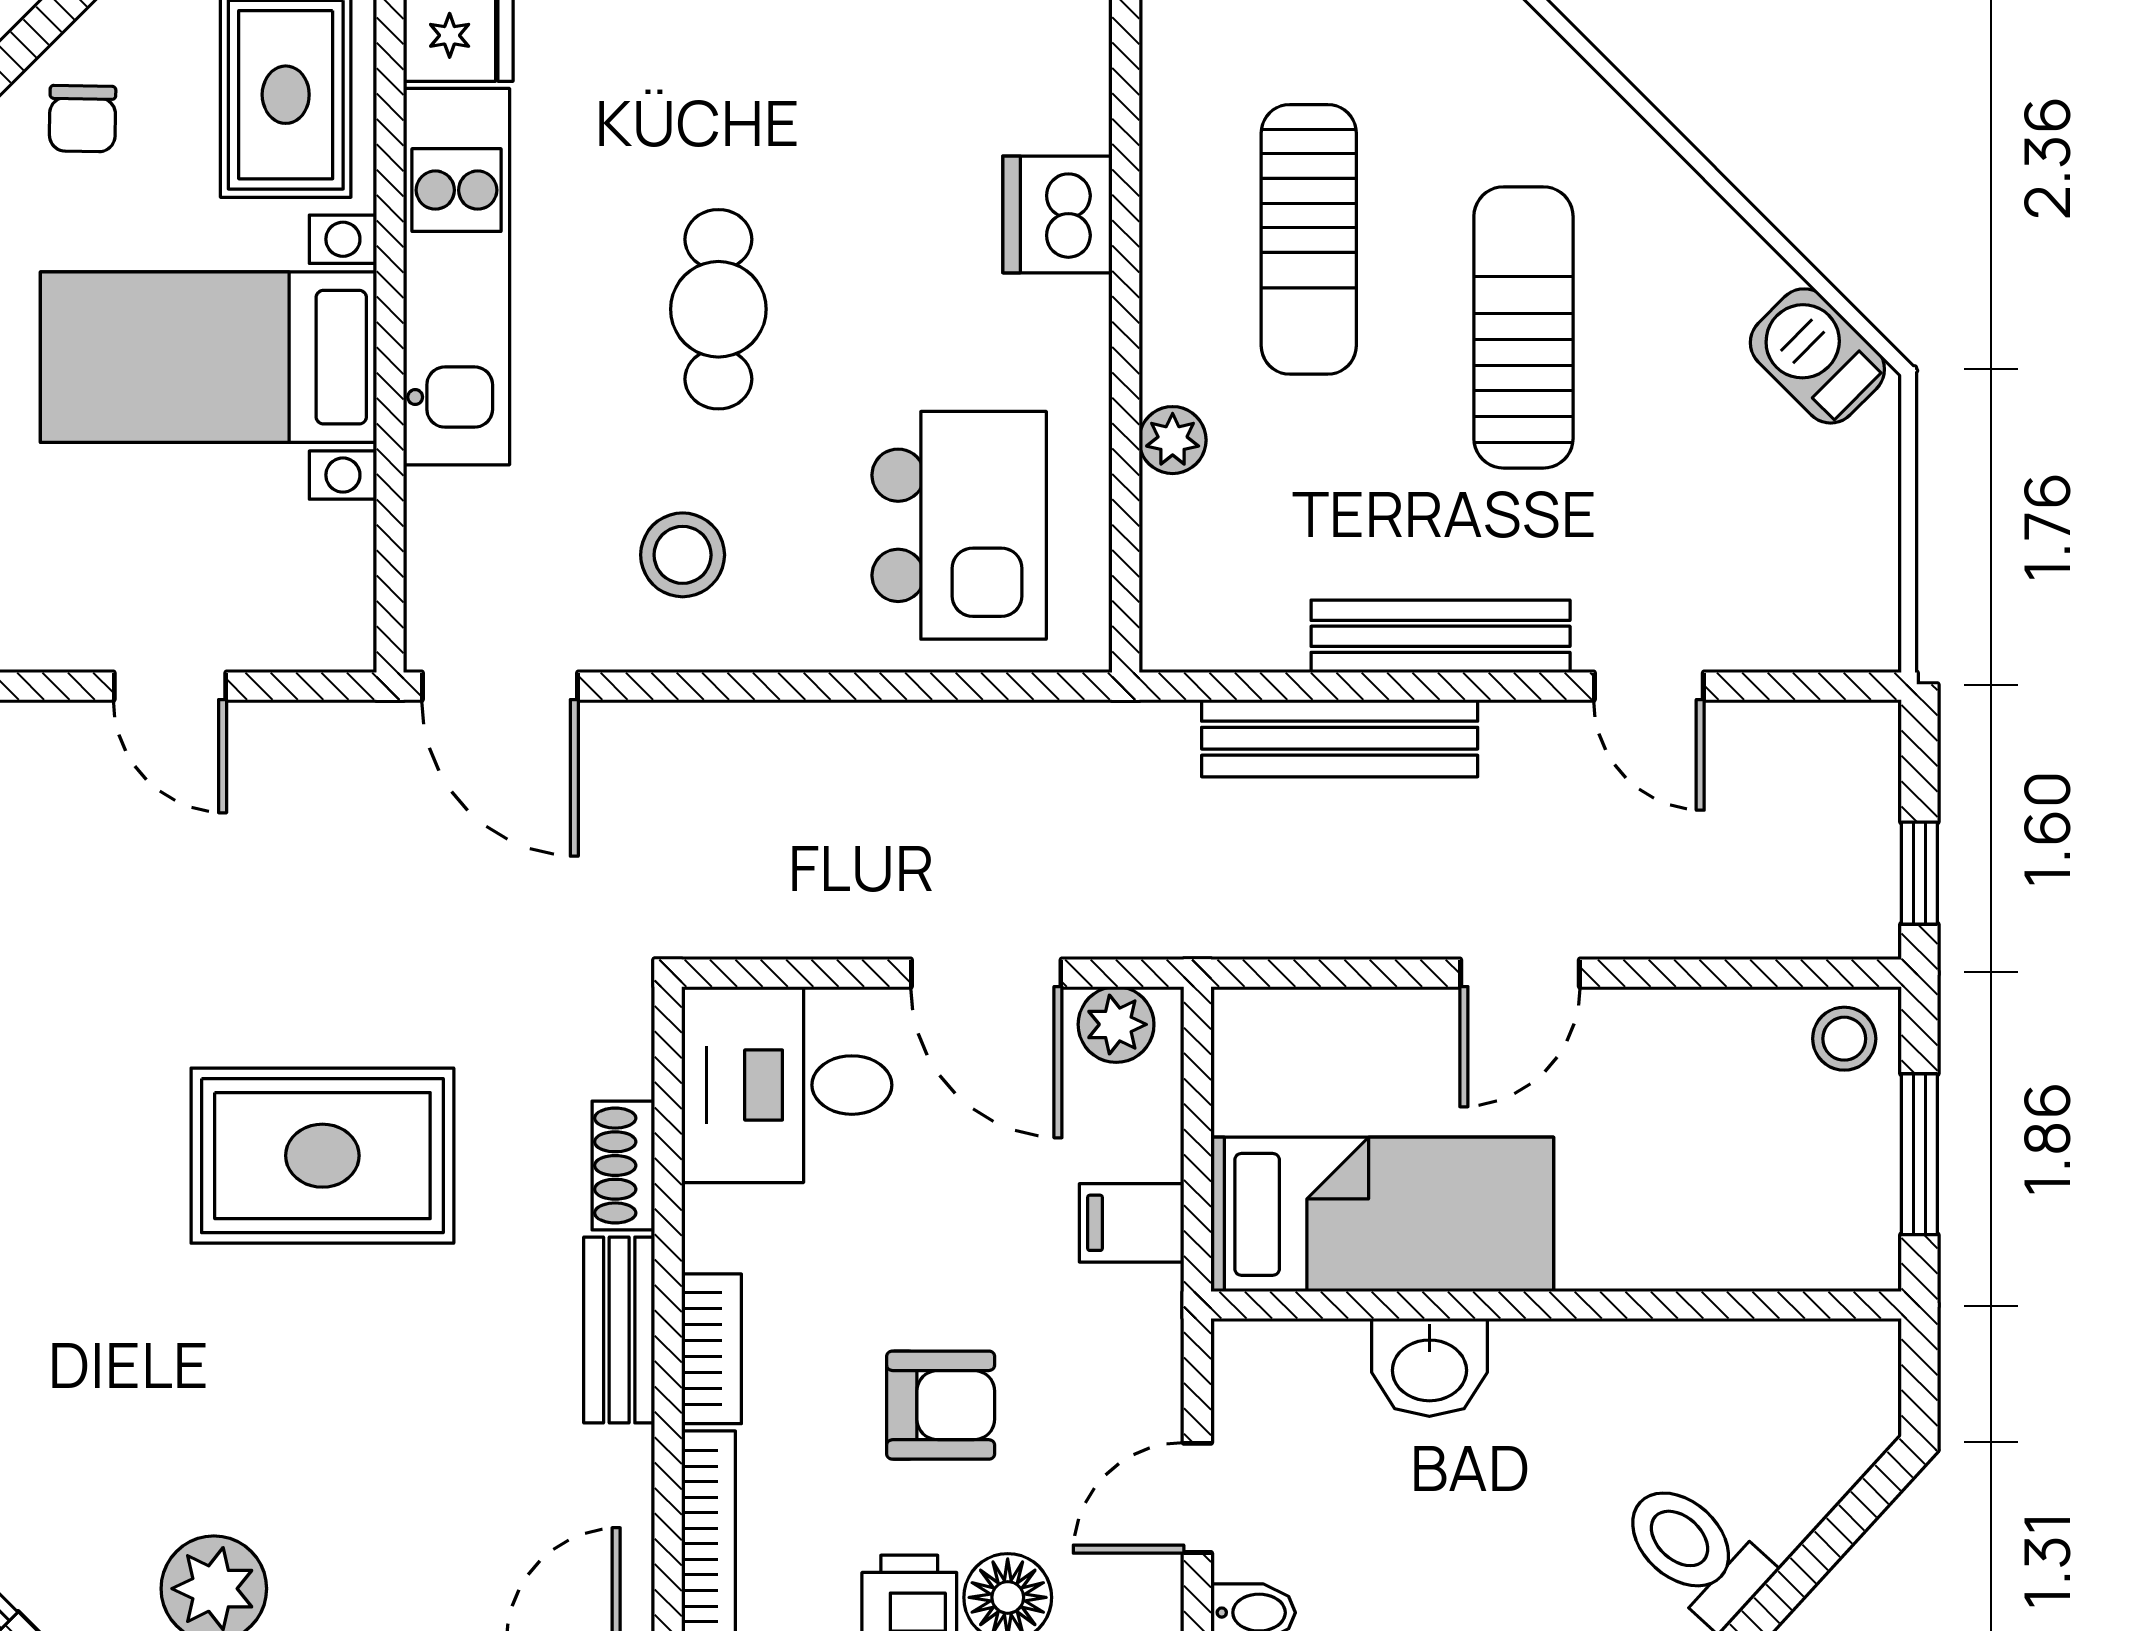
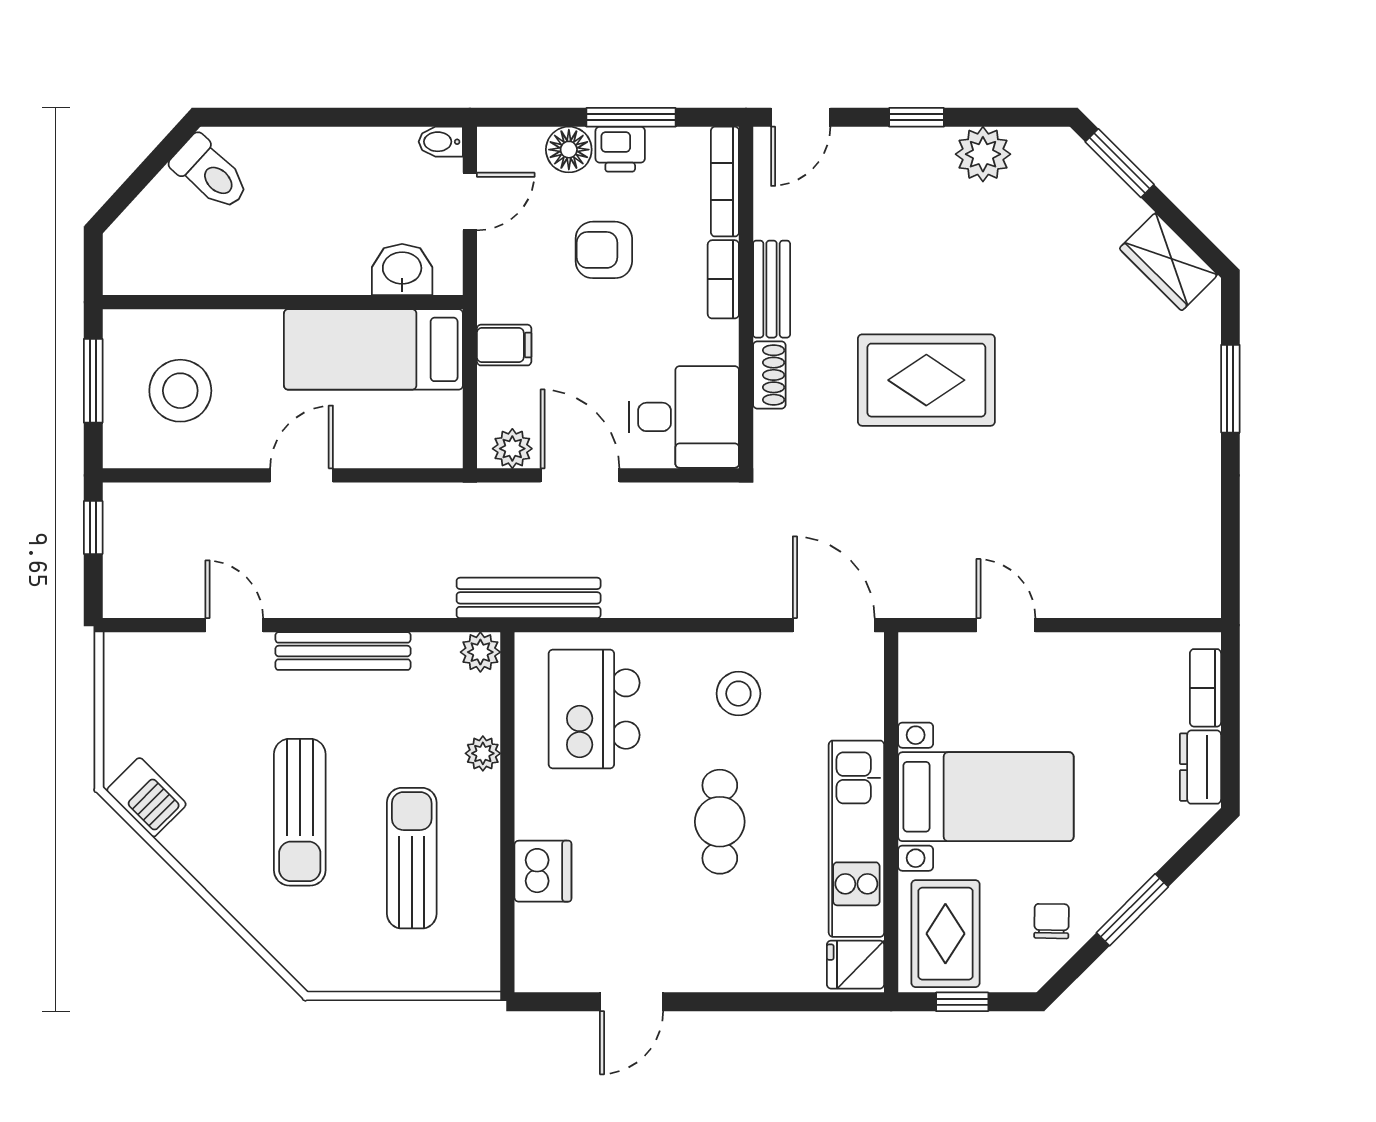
plant: (1177, 634) -> (480, 652), added
bench: (1340, 738) -> (529, 598), moved
stool: (1844, 1039) -> (180, 391), moved, width x1.89, depth x1.89
washbasin: (1429, 1367) -> (402, 270), moved

